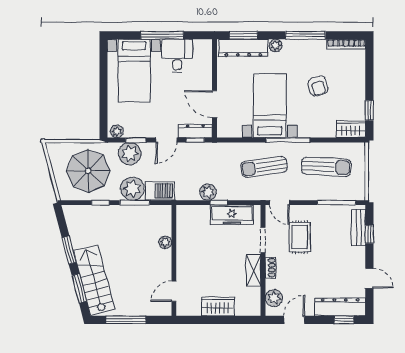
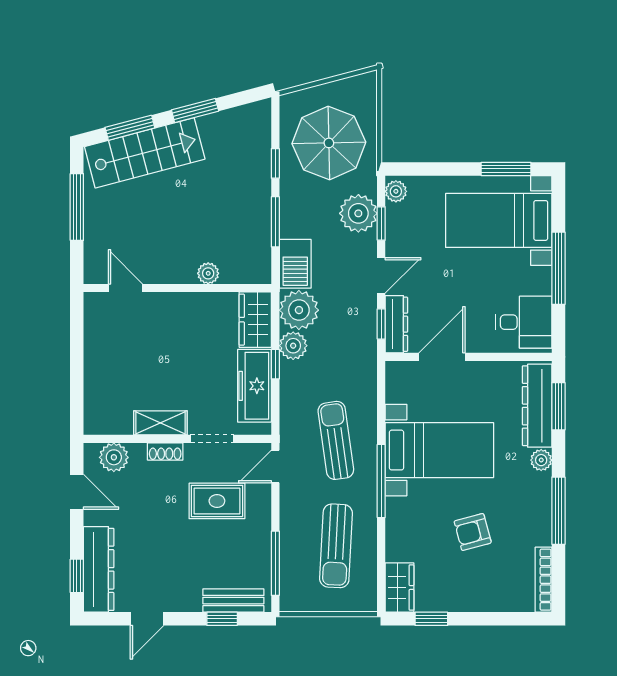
desk: (177, 56) -> (524, 322), moved
window: (104, 66) -> (506, 169), added
door: (166, 140) -> (381, 275), swing flipped
plant: (132, 189) -> (299, 310), moved
wardrobe: (218, 306) -> (255, 320), moved, turned 180

